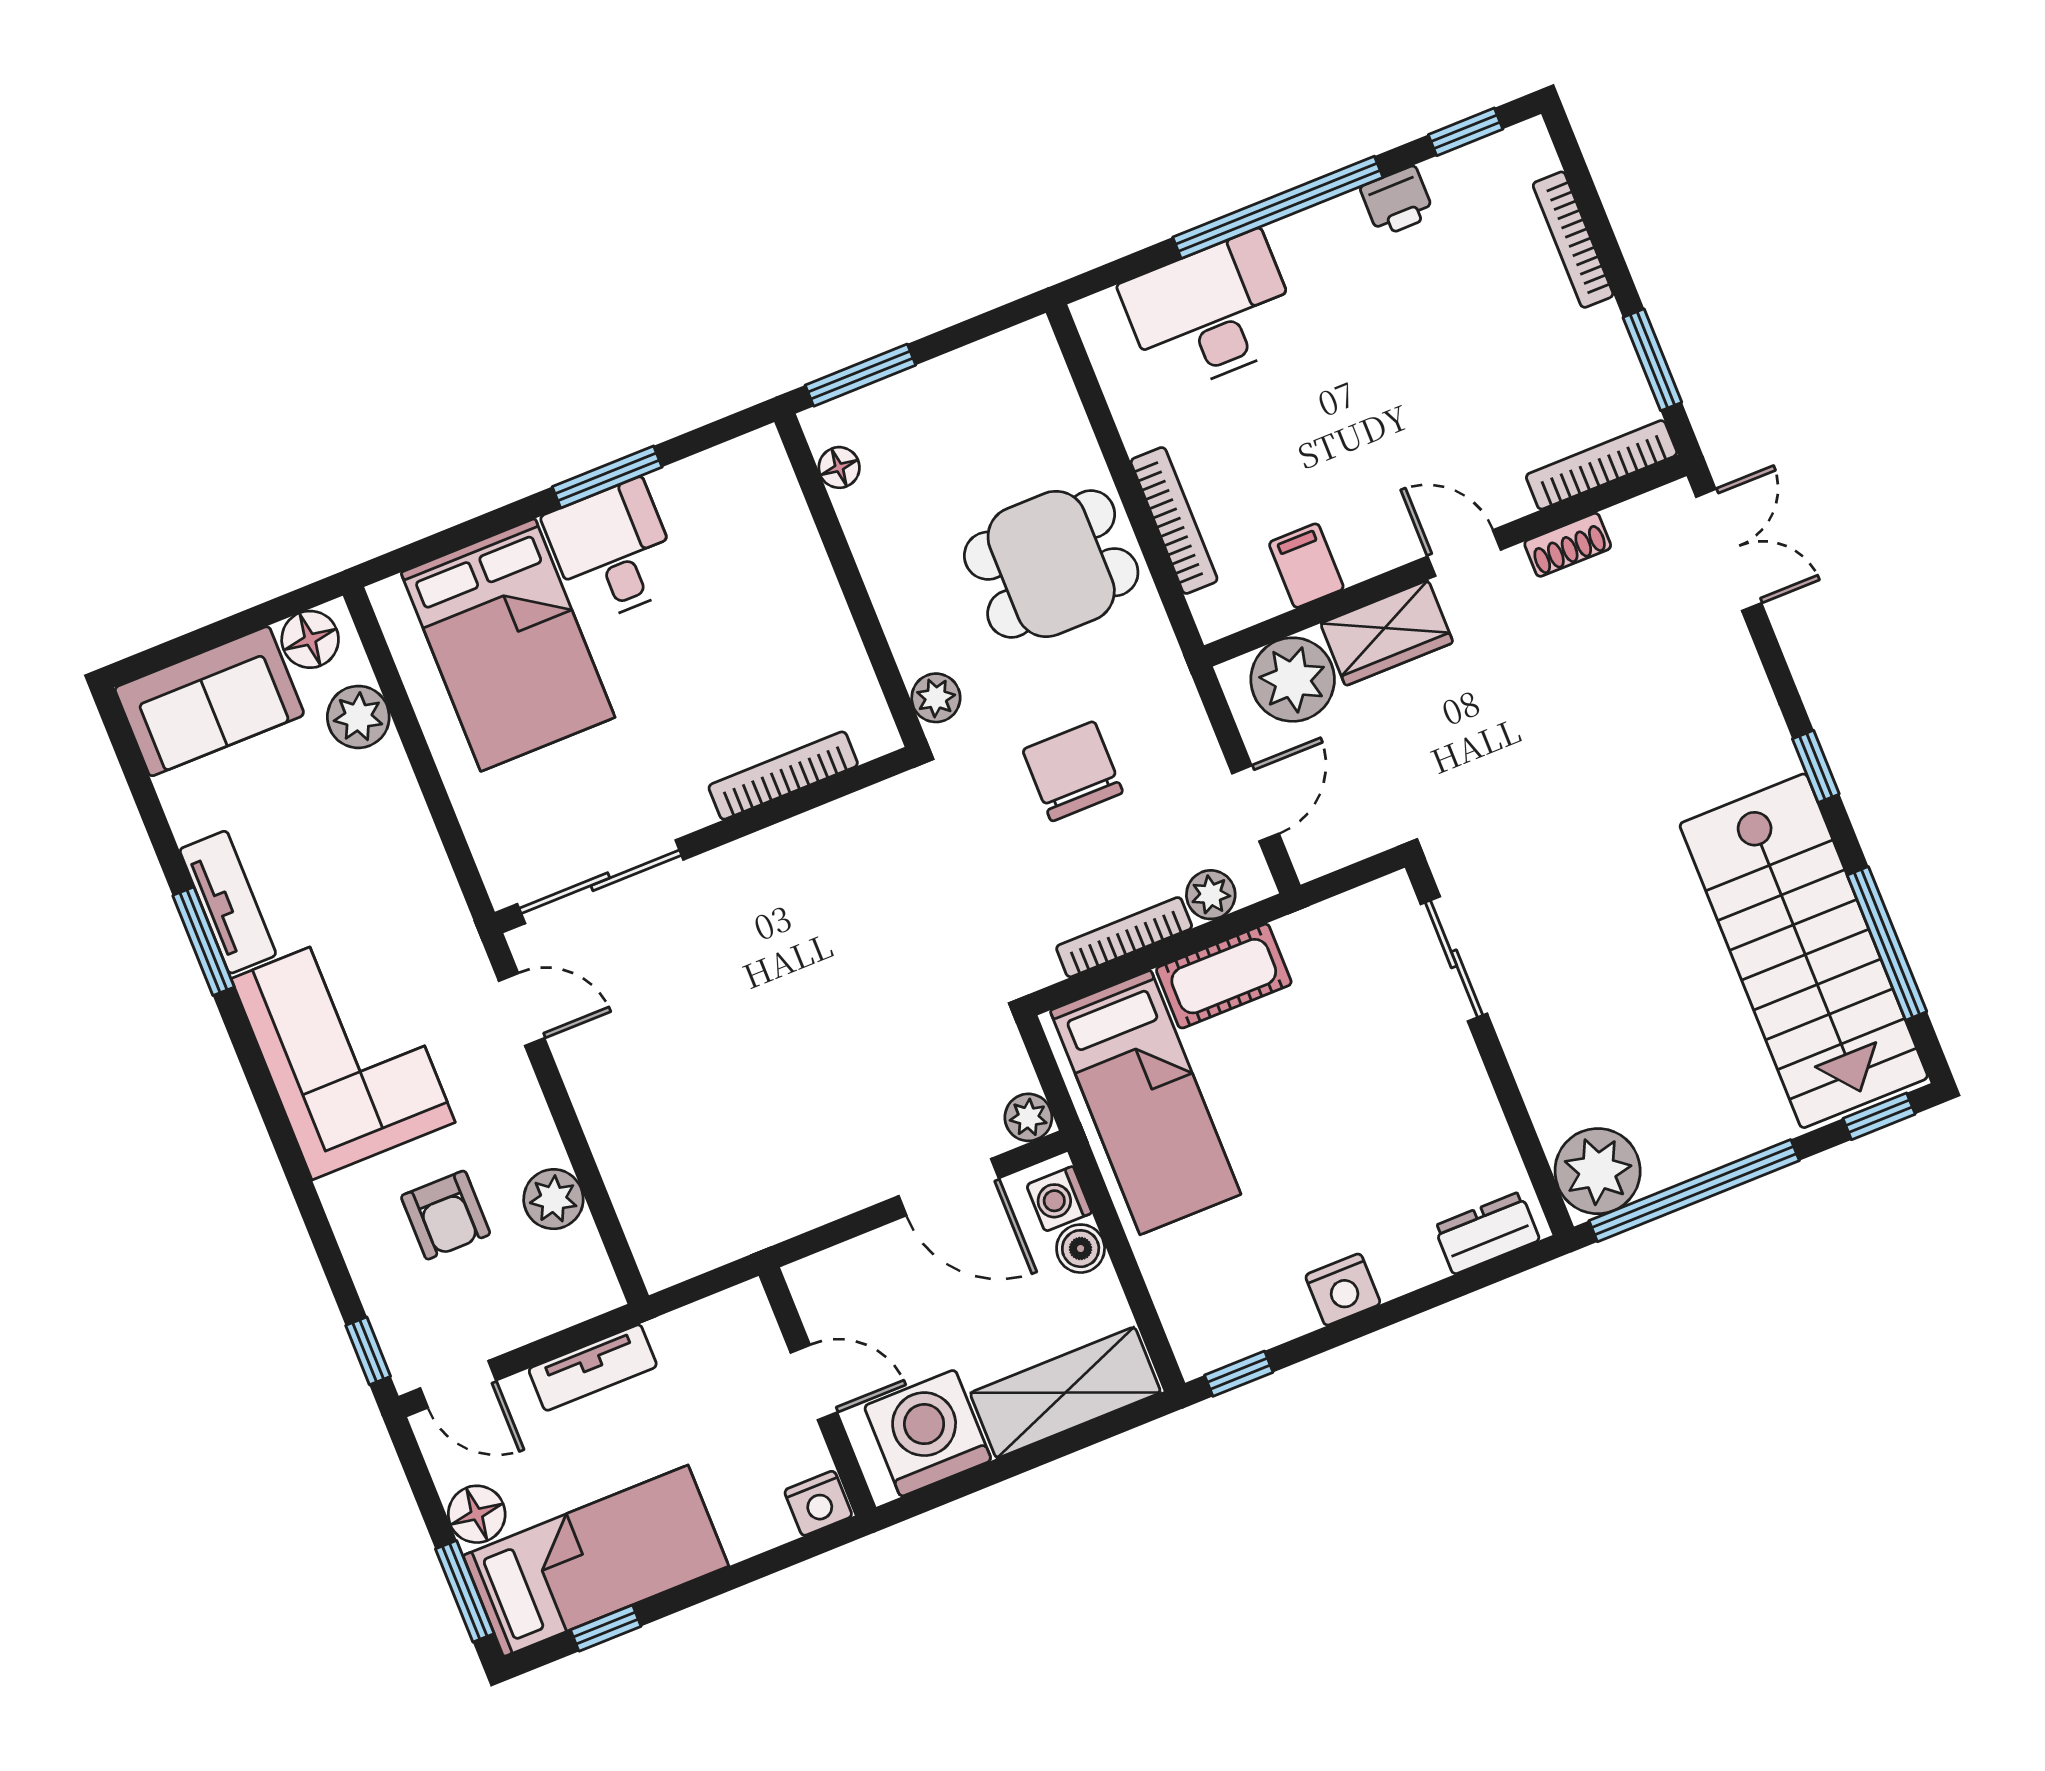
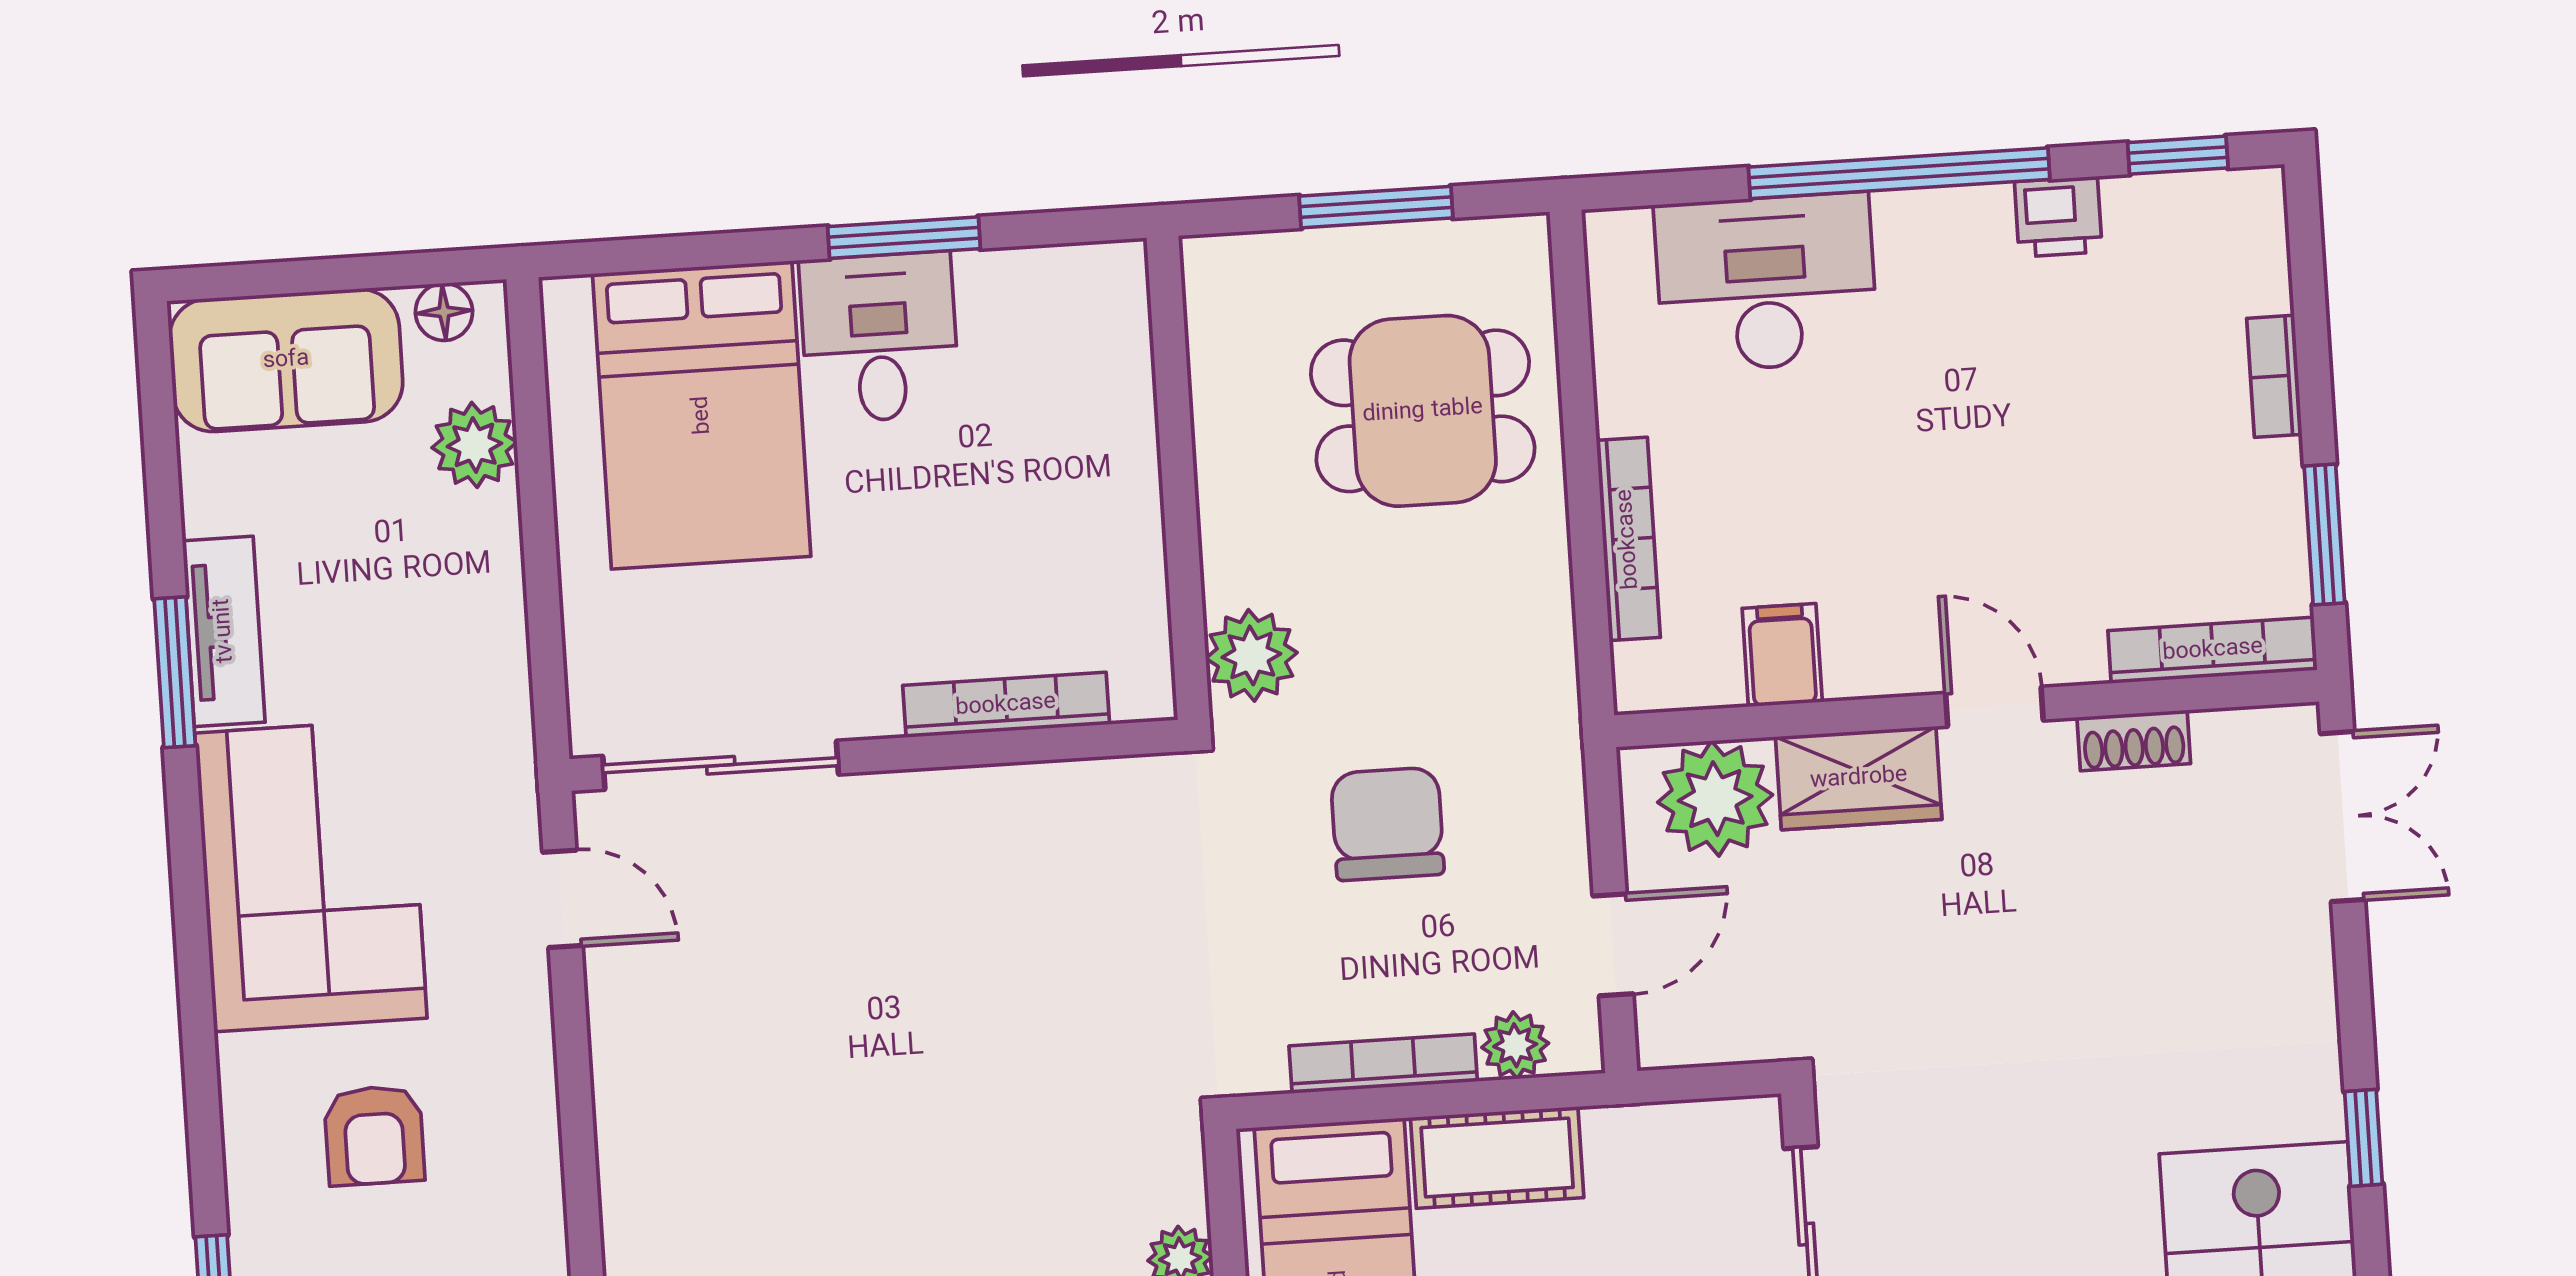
bookcase: (1573, 240) -> (2274, 376), width x0.64
window: (860, 375) -> (1376, 207), moved
floor lamp: (839, 467) -> (1212, 325), removed
dining table: (1051, 564) -> (1423, 411), moved
floor lamp: (310, 639) -> (444, 312), width x0.73, depth x0.73
plant: (936, 698) -> (1251, 655), width x1.38, depth x1.38
plant: (553, 1199) -> (522, 1161), removed

